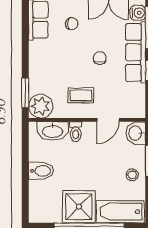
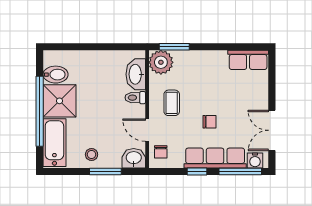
chair: (72, 24) -> (161, 152), moved
bidet: (41, 171) -> (56, 75), moved, turned -90

